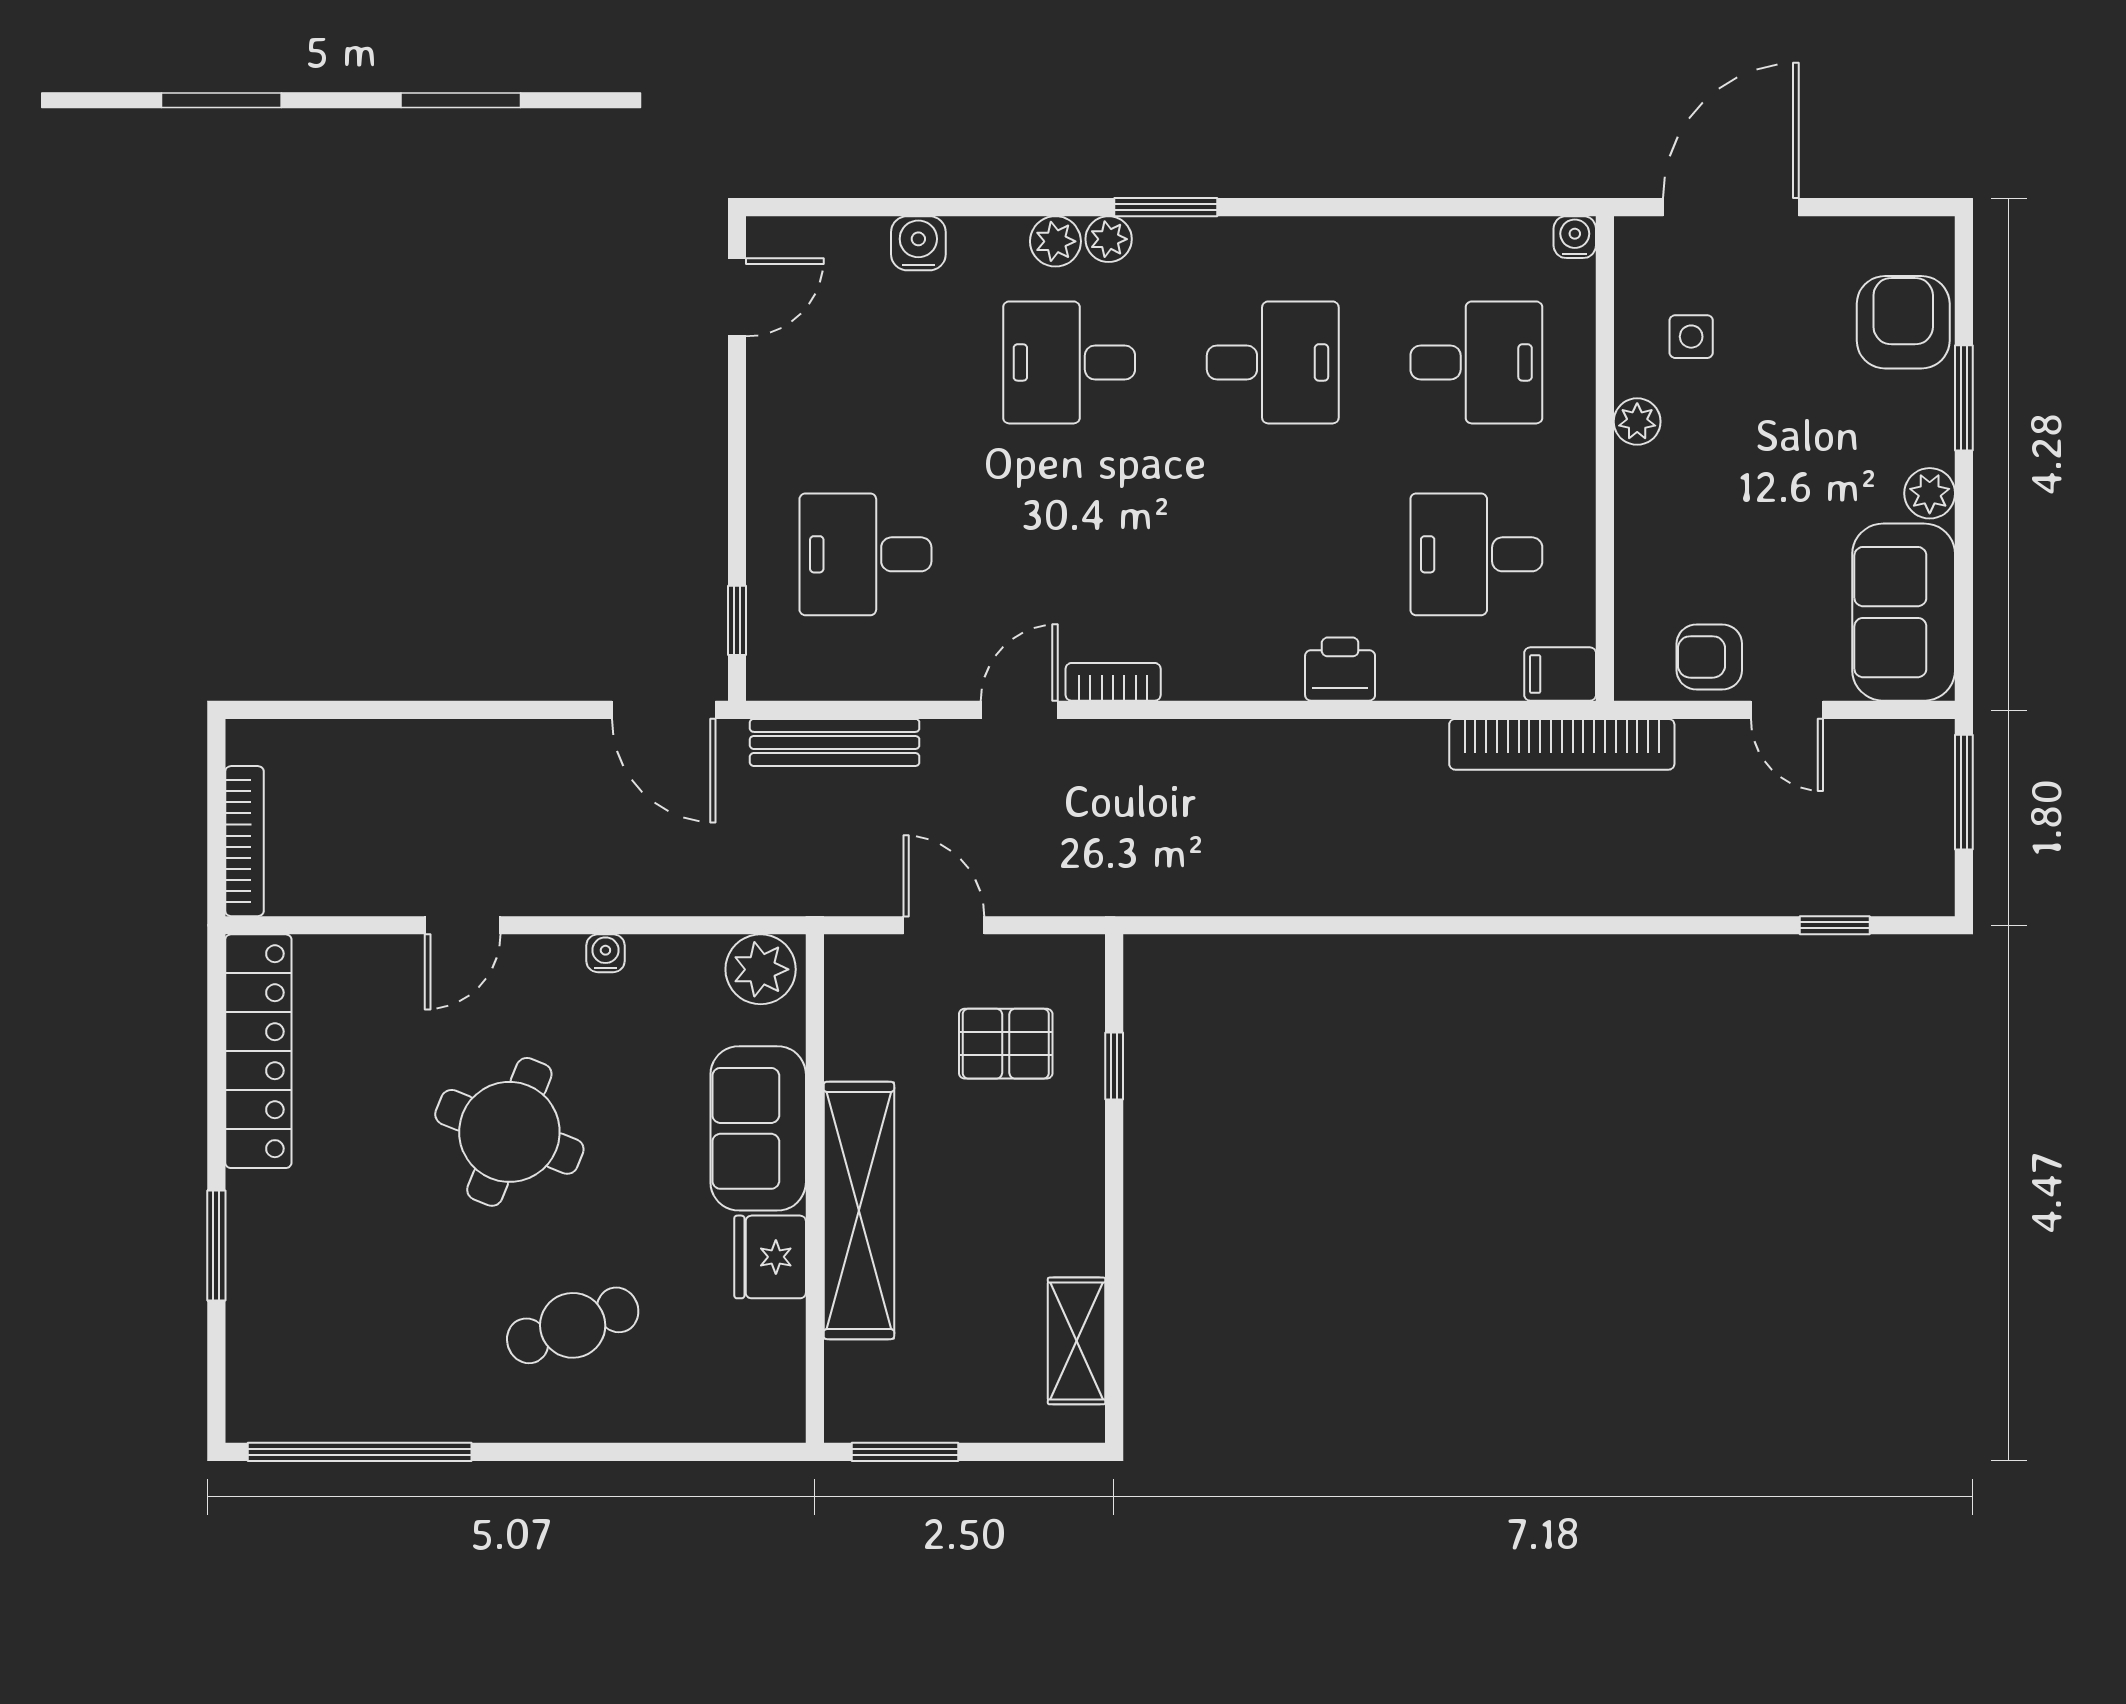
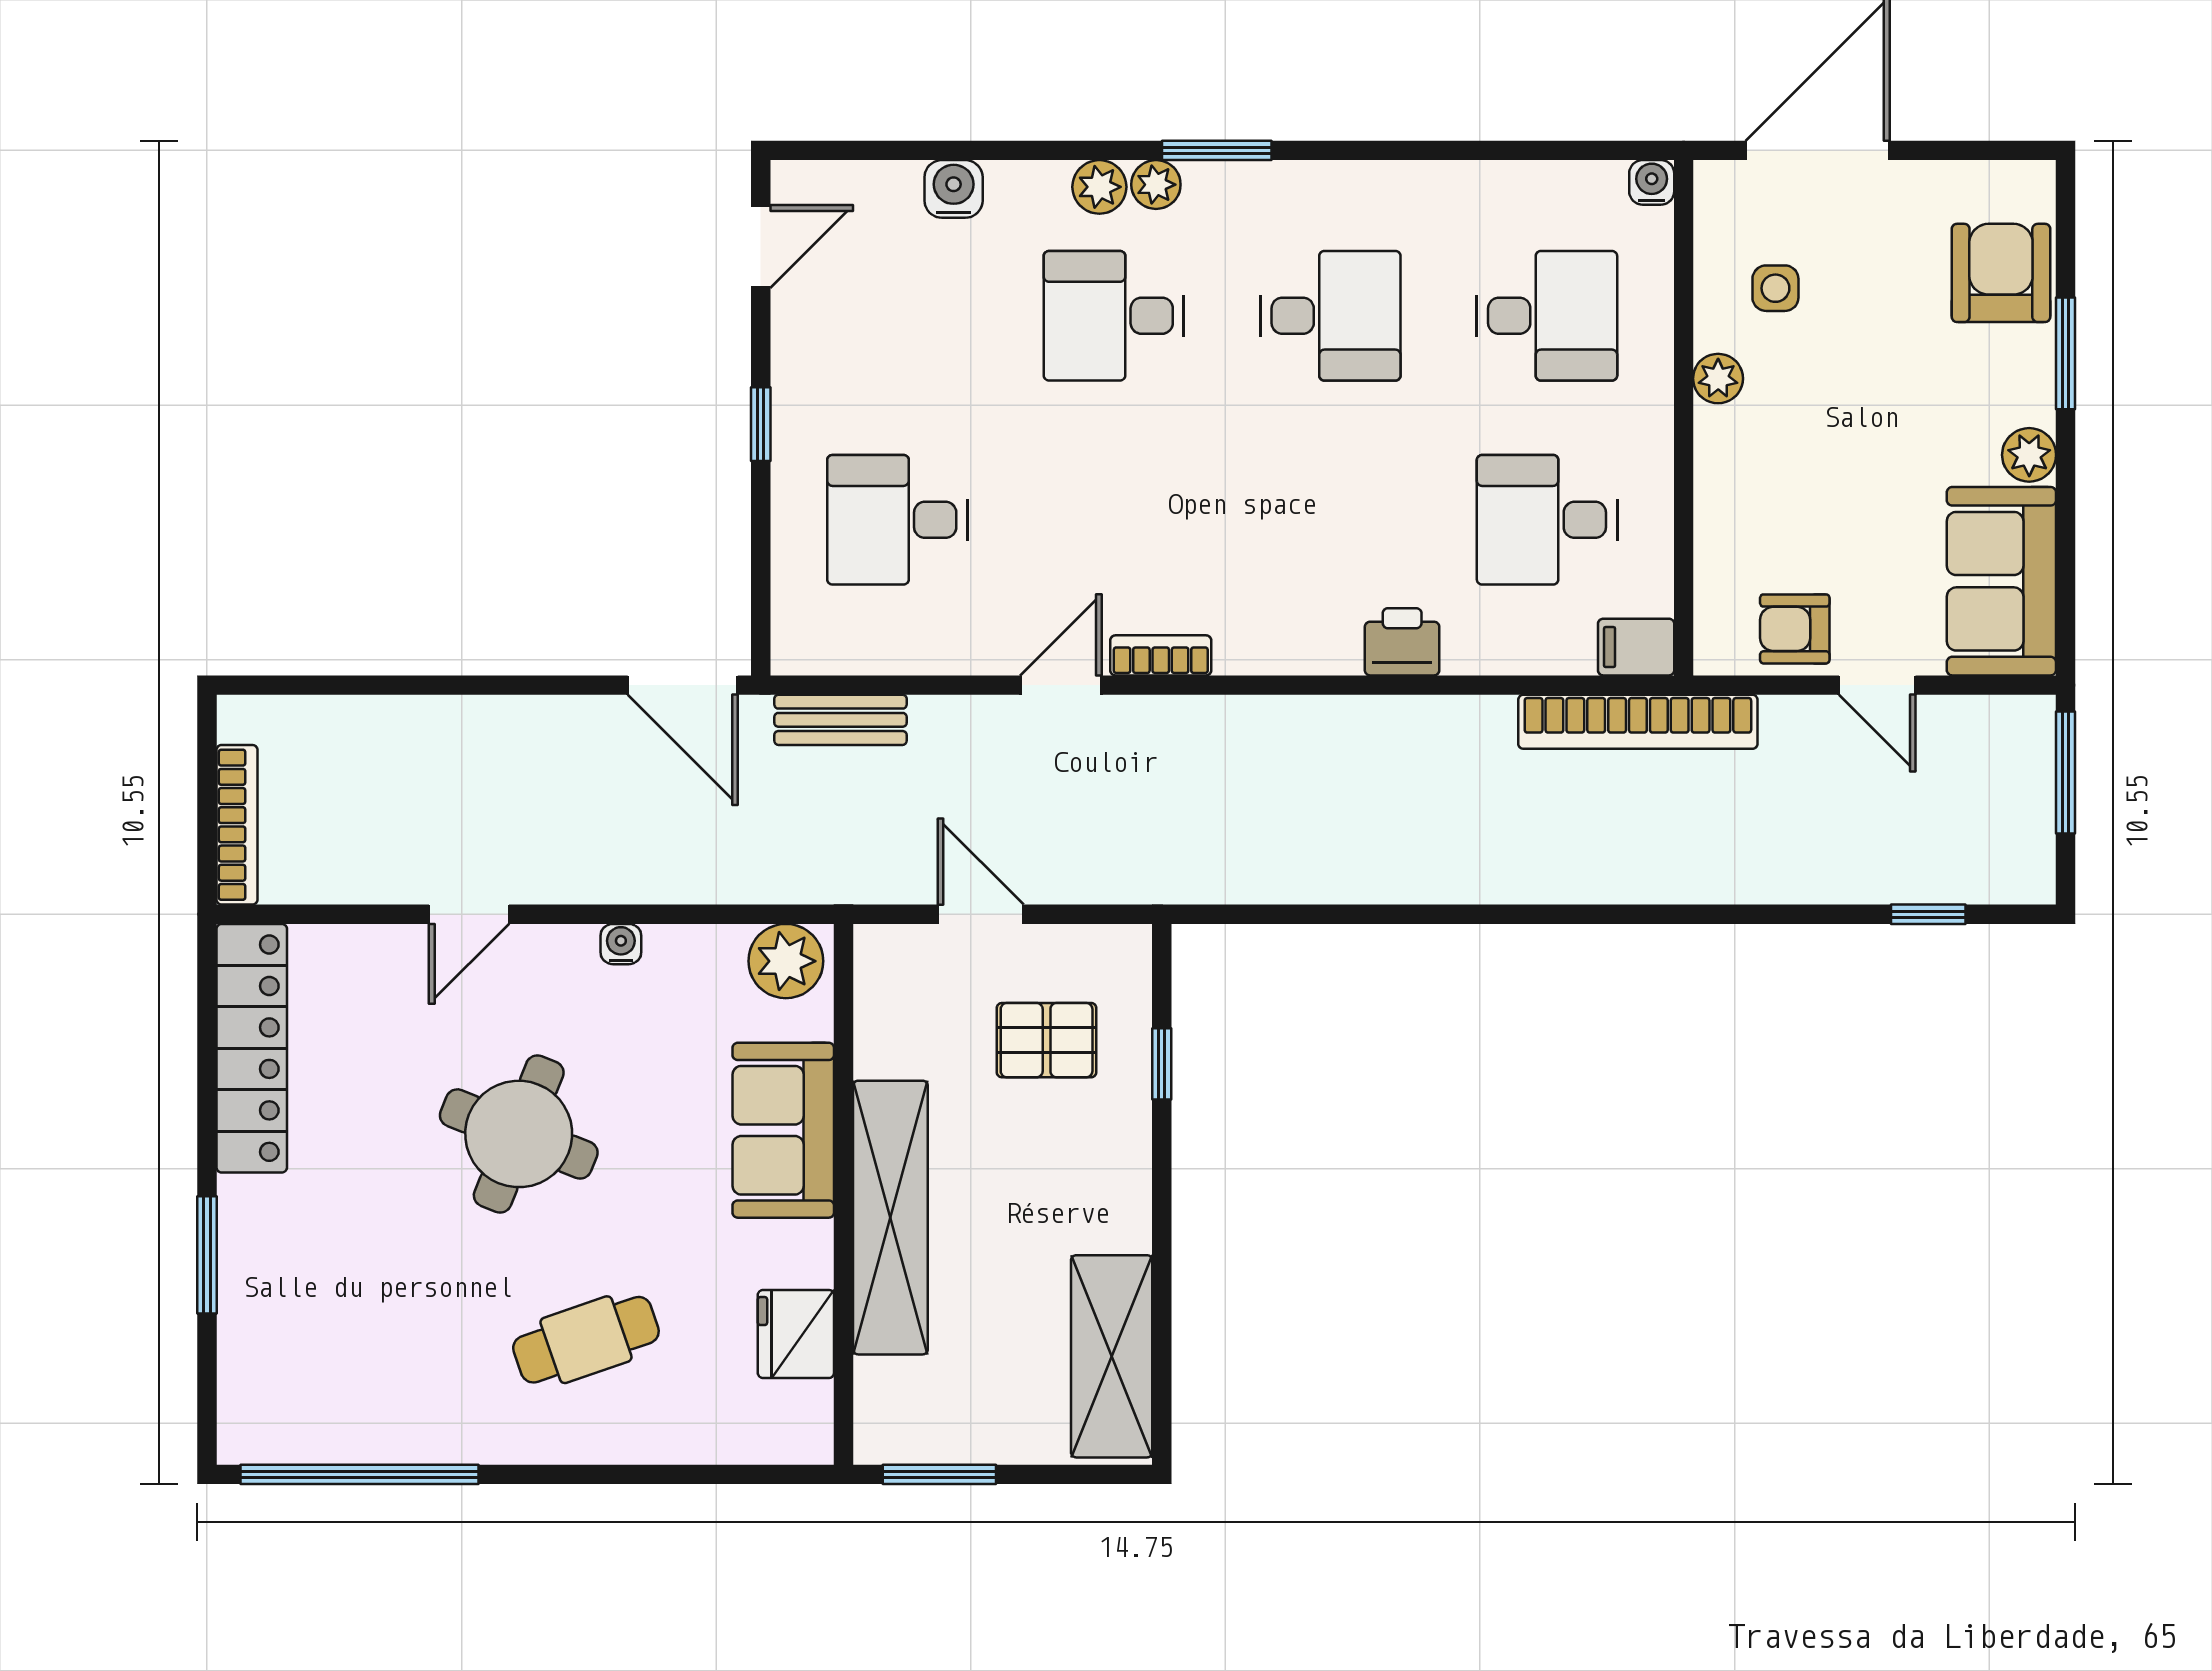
window: (737, 620) -> (761, 424), moved
bench: (835, 742) -> (841, 720), width x0.73
fridge: (770, 1257) -> (796, 1334), moved
shelving: (1077, 1341) -> (1112, 1356), width x1.50, depth x1.33

